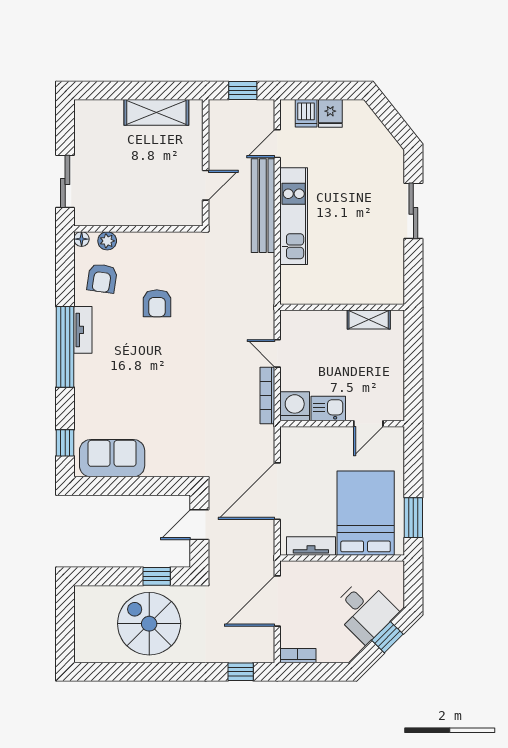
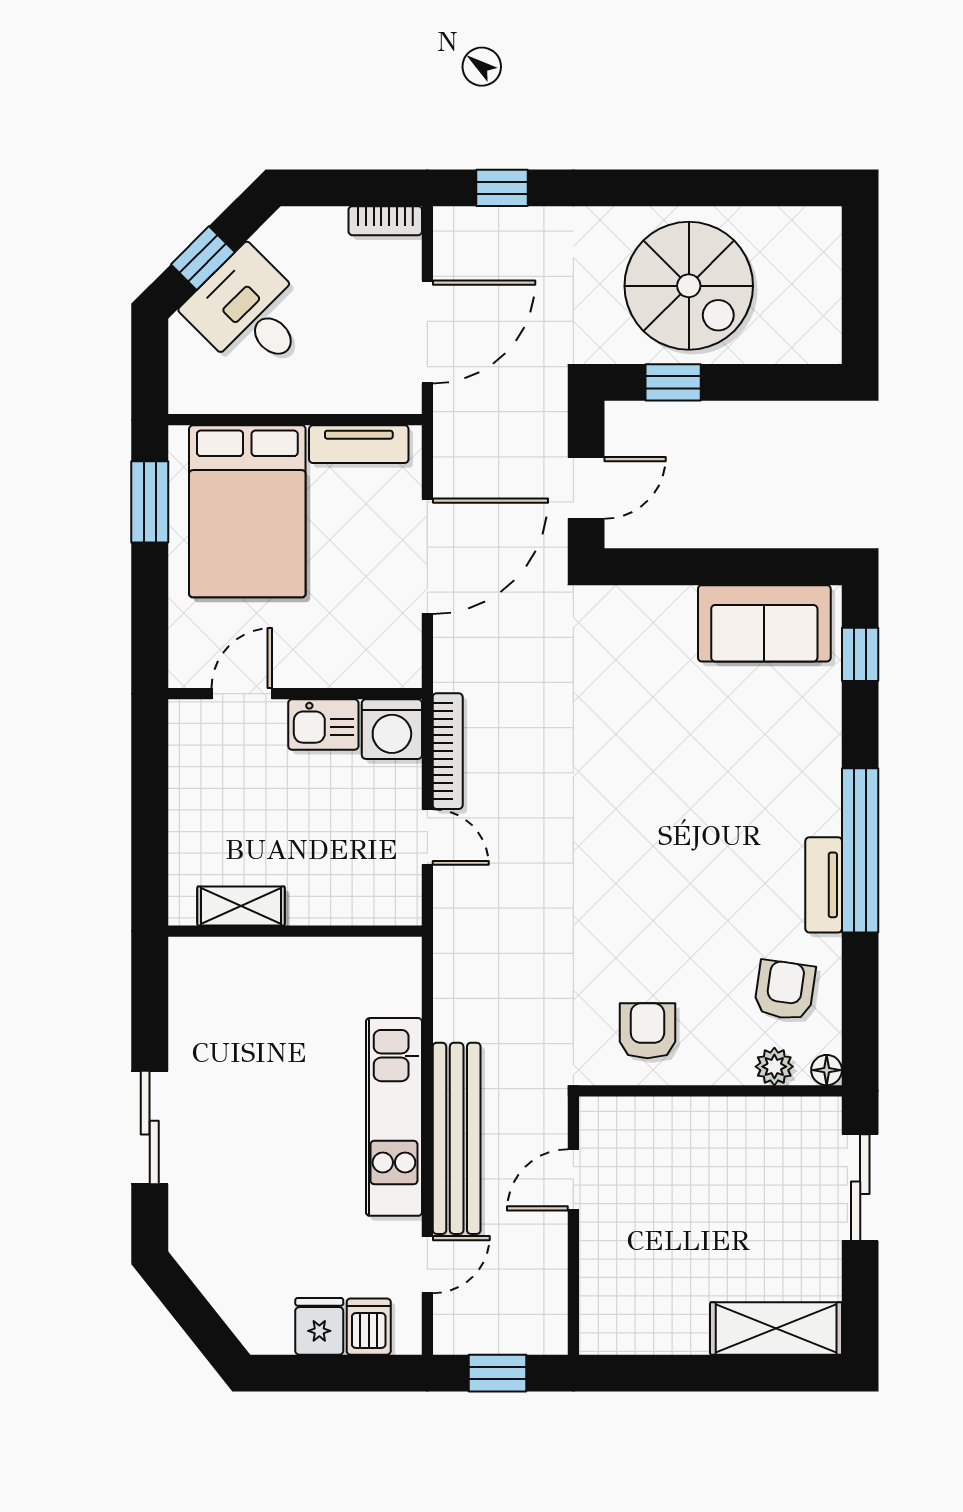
shelving: (156, 112) -> (776, 1328), moved
armchair: (157, 303) -> (647, 1031), moved

